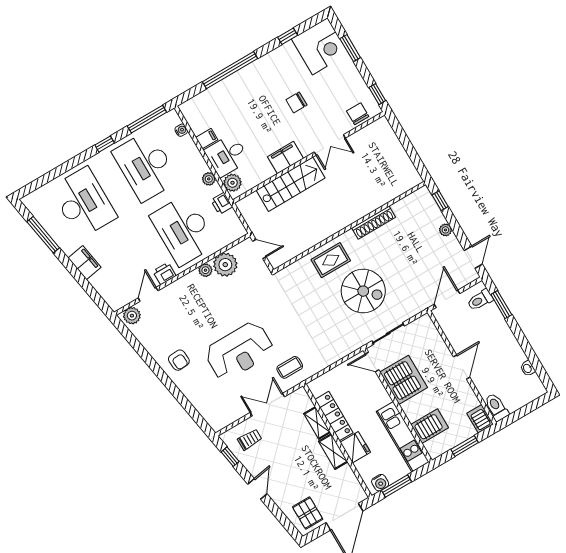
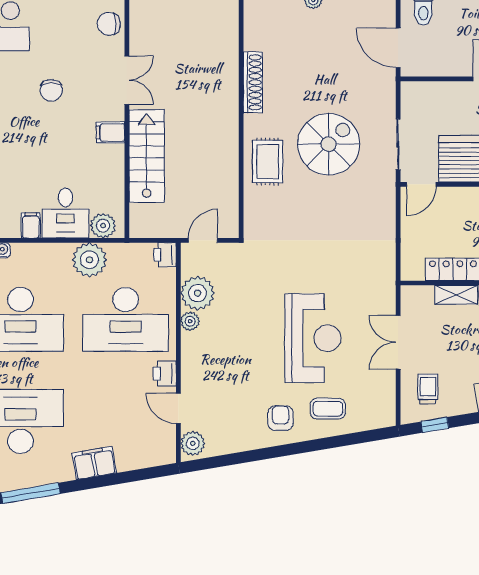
filing cabinet: (285, 158) -> (110, 132), width x0.50
plant: (209, 179) -> (89, 260), width x1.87, depth x1.87
printer: (222, 204) -> (165, 255), moved, turned 90
armchair: (179, 360) -> (281, 418), turned -86
coffee table: (290, 367) -> (328, 409), moved, turned 90

